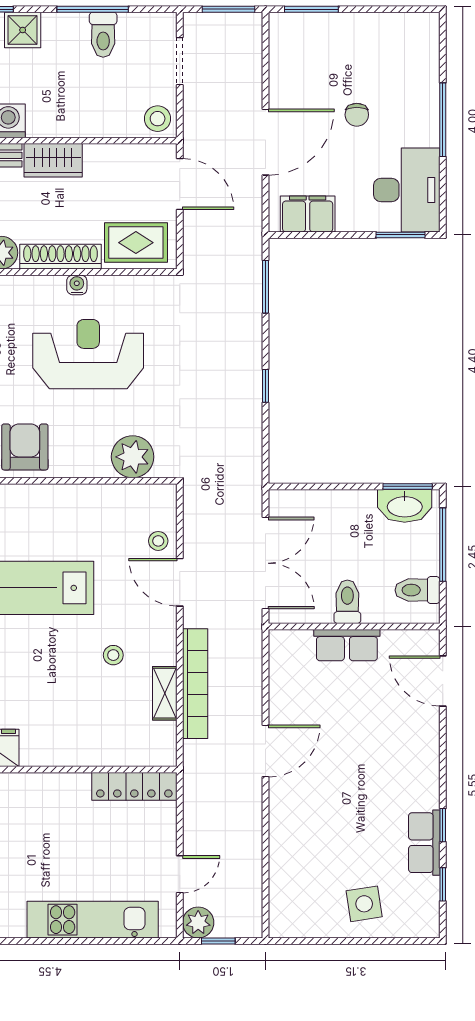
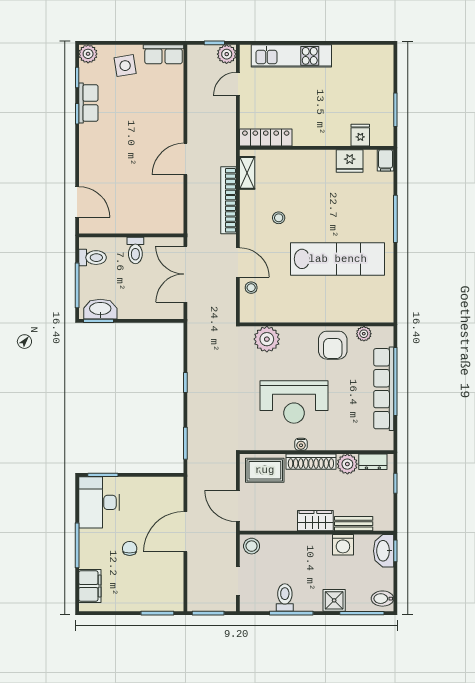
filing cabinet: (308, 214) -> (90, 586), moved, turned -90
row of seats: (347, 645) -> (164, 54), moved, turned 180
shelving: (165, 693) -> (247, 173), moved
plant: (425, 923) -> (88, 54), added

